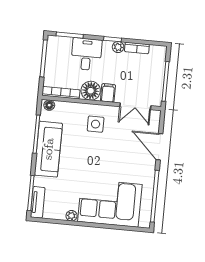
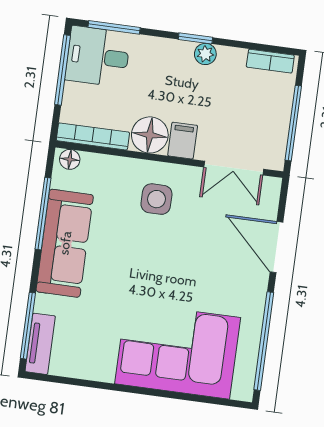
bookcase: (137, 48) -> (270, 61), moved
desk: (86, 54) -> (98, 57), moved, turned -90
plant: (72, 216) -> (104, 372), removed

